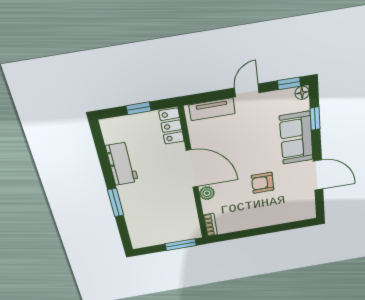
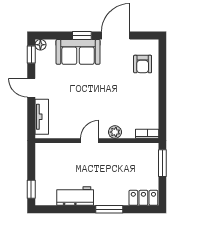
window: (139, 108) -> (31, 189), moved
window: (315, 119) -> (82, 35), moved
locker: (172, 126) -> (143, 198), moved, turned 180
door: (192, 169) -> (90, 141), width x0.53
armchair: (263, 183) -> (143, 64), moved

